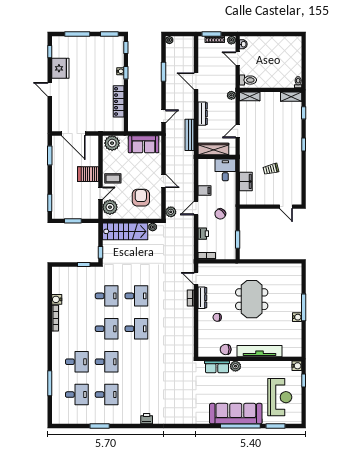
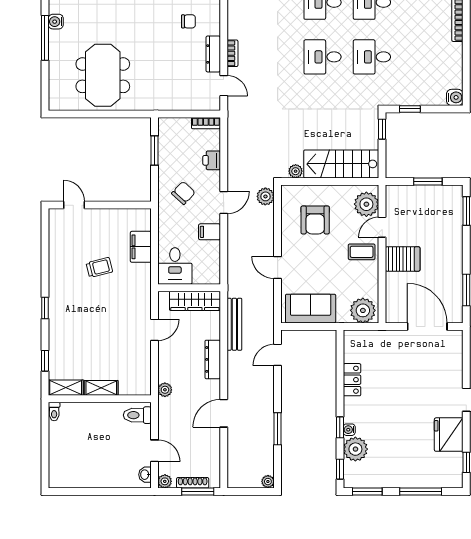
plant: (117, 60) -> (355, 449), added
door: (196, 81) -> (224, 413), swing flipped
shelving: (250, 96) -> (101, 388), moved
locker: (119, 101) -> (352, 380), width x0.66
door: (163, 181) -> (278, 267), moved
water cooler: (57, 299) -> (455, 97), moved
meeting table: (252, 299) -> (103, 75), moved

